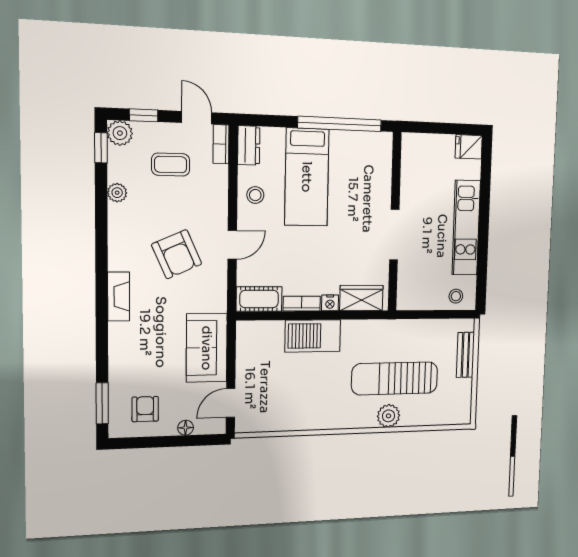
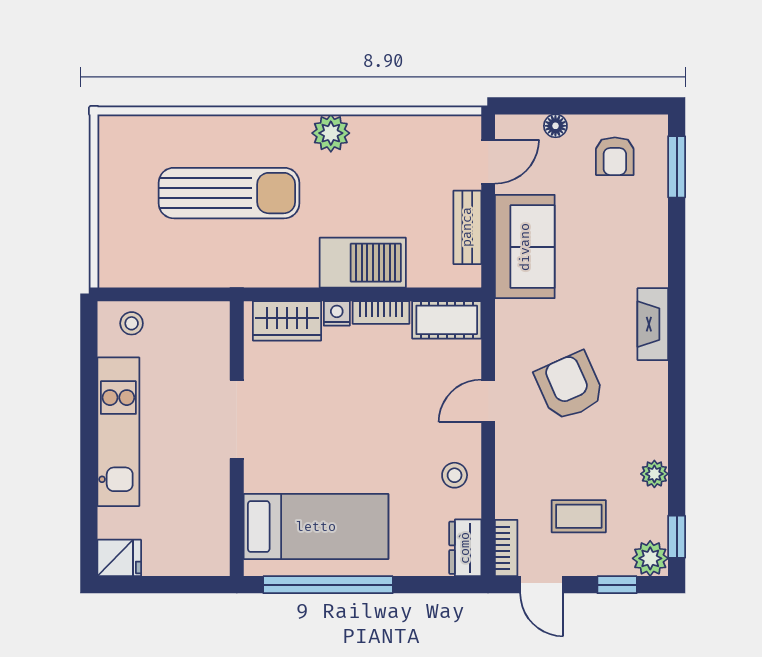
bed: (307, 177) -> (316, 527), moved, turned 90
bench: (465, 355) -> (467, 227), moved
plant: (388, 416) -> (331, 133), moved

